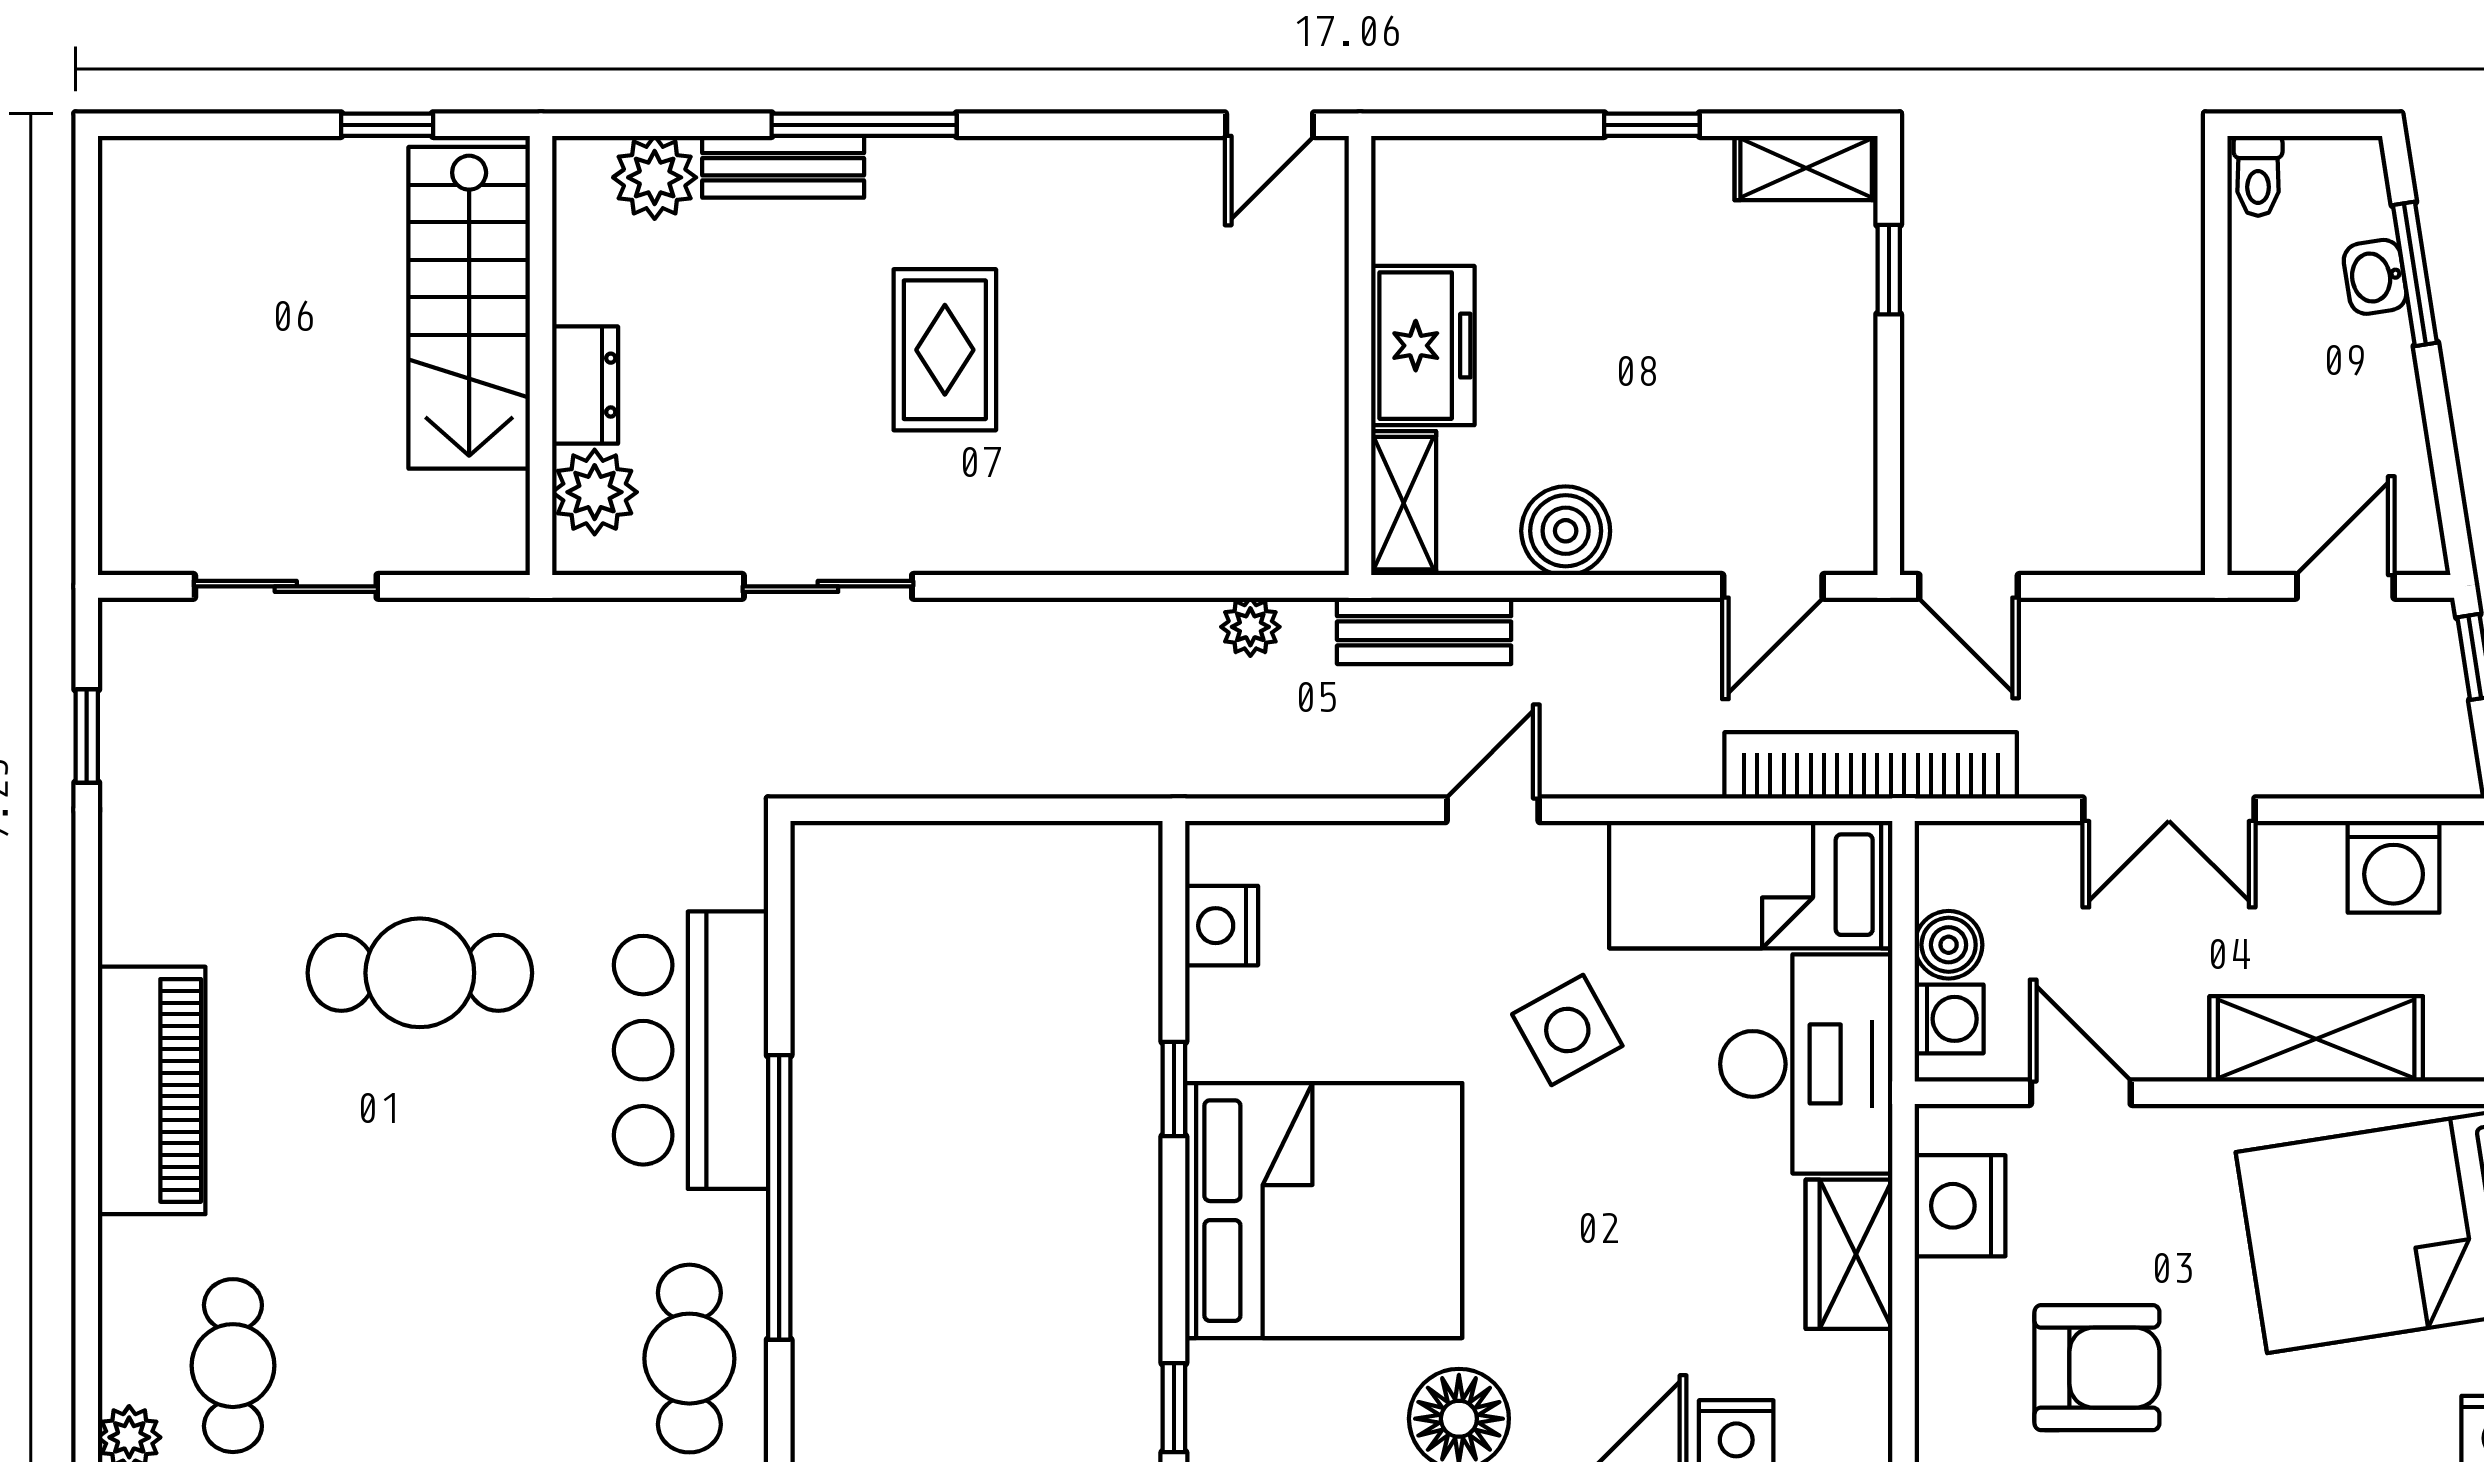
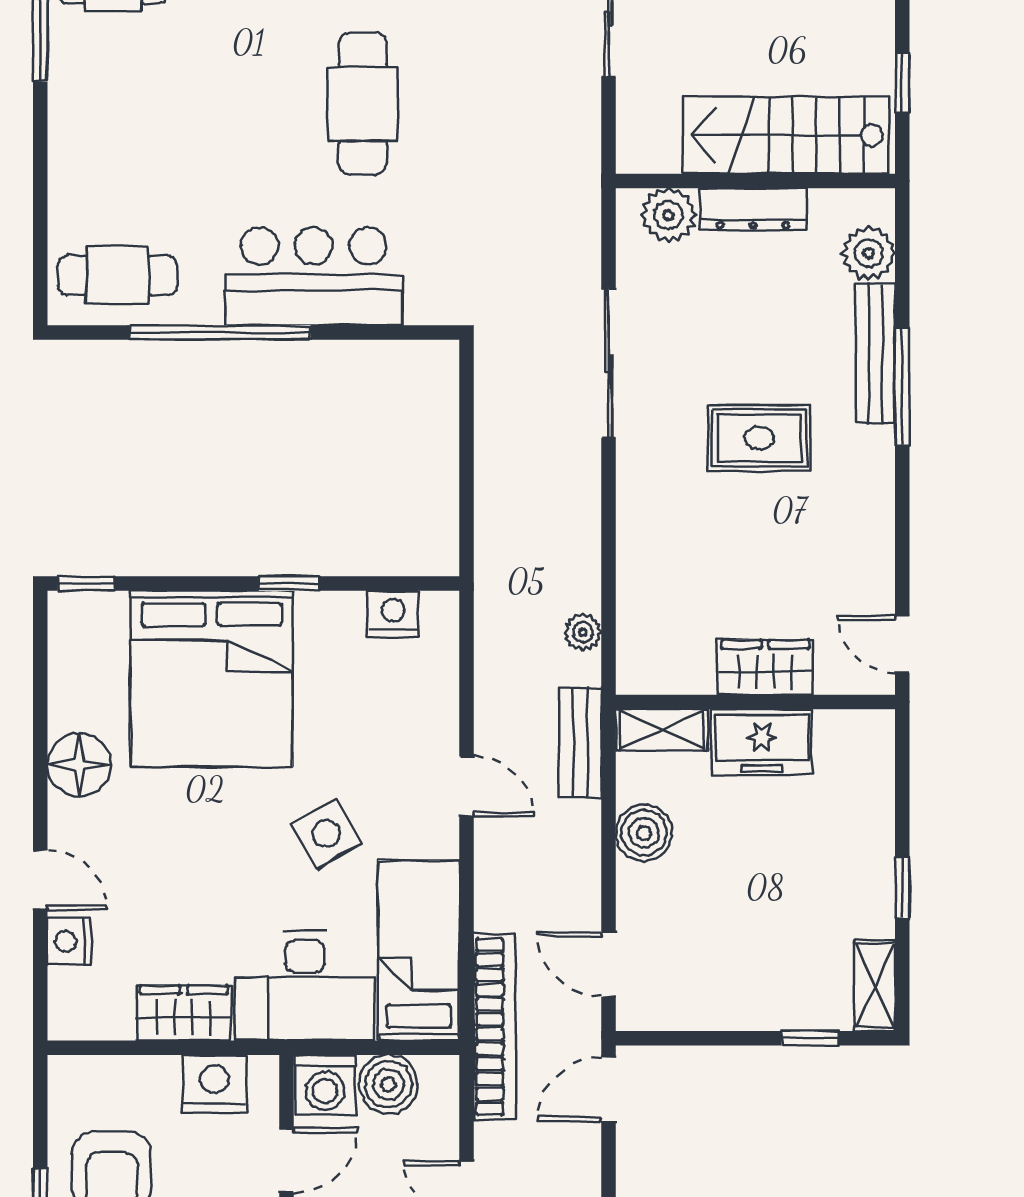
bench: (783, 167) -> (875, 354), width x1.36
wardrobe: (1306, 340) -> (765, 667), added
dresser: (585, 385) -> (753, 209), width x1.44
sliding door: (828, 586) -> (609, 363), width x1.37
boiler: (1949, 945) -> (388, 1084), width x1.36, depth x1.36
washing machine: (1949, 1019) -> (325, 1085), width x1.38, depth x1.38

